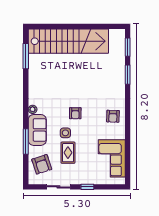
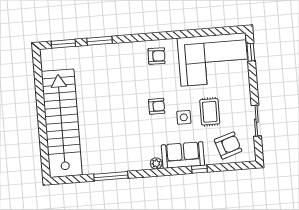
window: (26, 56) -> (111, 176), moved
window: (26, 141) -> (199, 169), width x0.46
rug: (68, 153) -> (210, 112), turned 90
corner sofa: (112, 158) -> (213, 59), width x1.36, depth x1.36
window: (87, 187) -> (251, 52), moved

